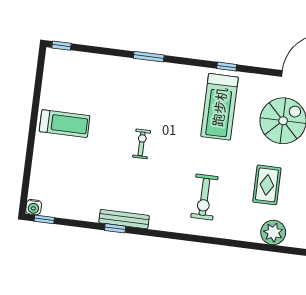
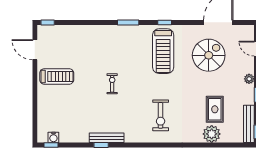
window: (149, 57) -> (128, 22), moved
door: (39, 82) -> (35, 50), added
rug: (267, 185) -> (215, 109), moved
water cooler: (34, 207) -> (53, 137), moved

